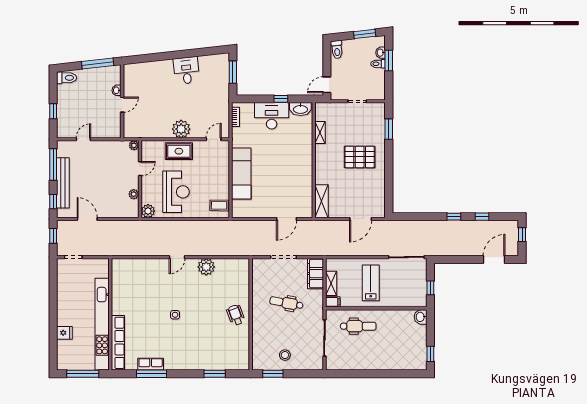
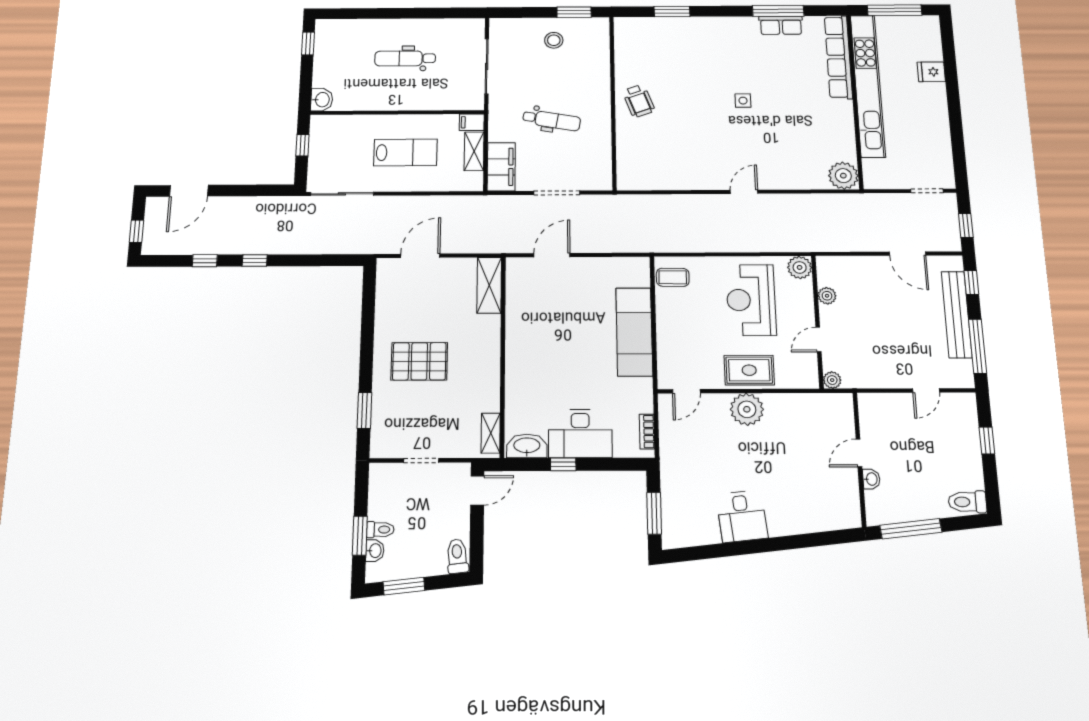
shelving: (320, 132) -> (491, 433), moved
plant: (206, 267) -> (843, 176), moved
lab bench: (371, 283) -> (405, 152), turned -90
dental chair: (358, 326) -> (405, 58), moved

